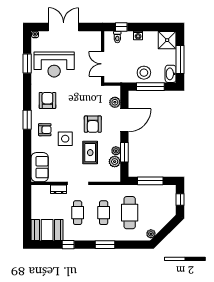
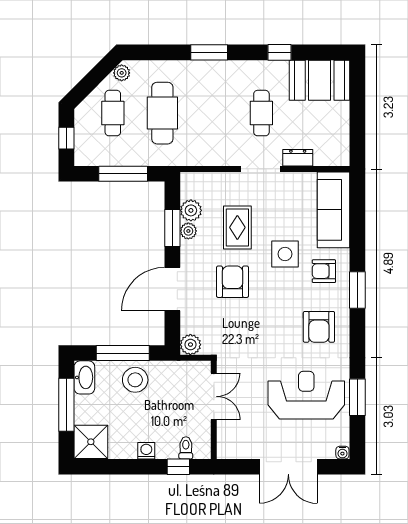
plant: (115, 102) -> (190, 345), moved
sofa: (40, 167) -> (334, 210), width x1.36
cafe table: (104, 213) -> (113, 113), moved

